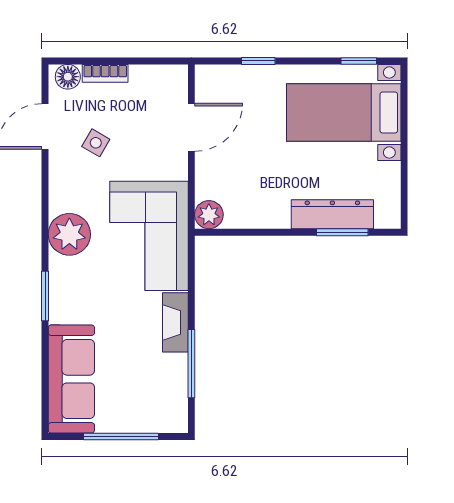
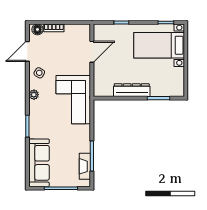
side table: (96, 143) -> (39, 73), moved
dresser: (332, 214) -> (132, 90), moved
plant: (209, 215) -> (100, 90), removed
plant: (69, 234) -> (34, 95), width x0.53, depth x0.53
fireplace: (175, 322) -> (85, 166), moved

